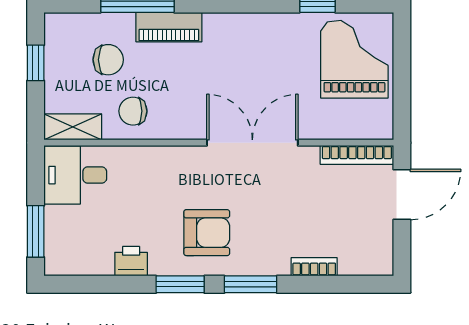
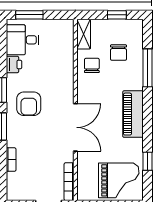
piano: (169, 27) -> (133, 114), moved, width x1.37, depth x1.33
desk: (75, 175) -> (23, 40), moved, turned -90

